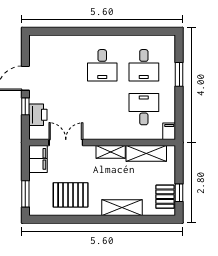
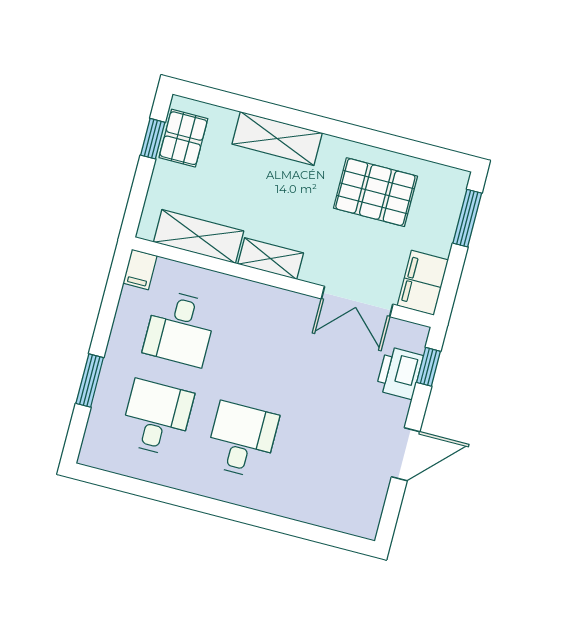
window: (25, 106) -> (428, 367), moved

